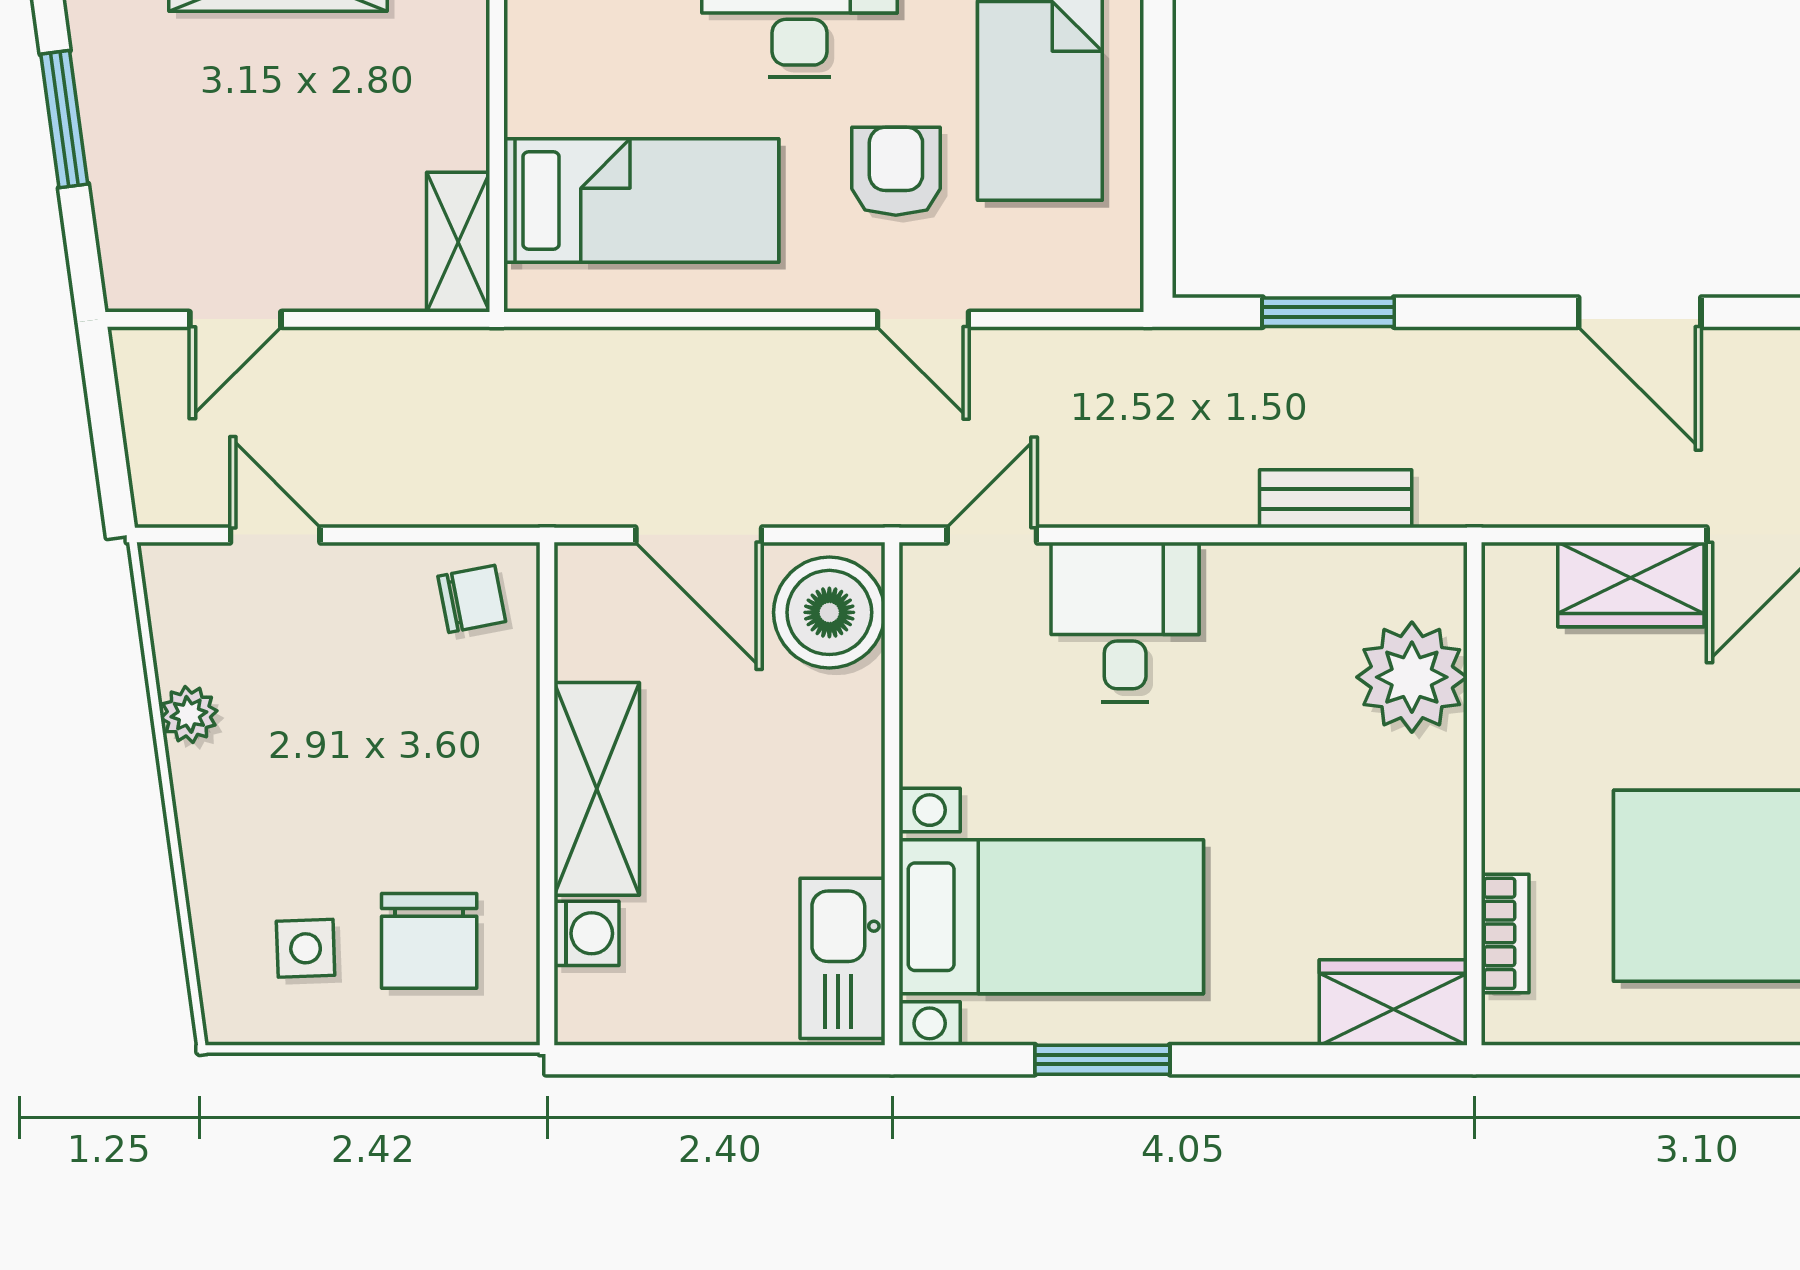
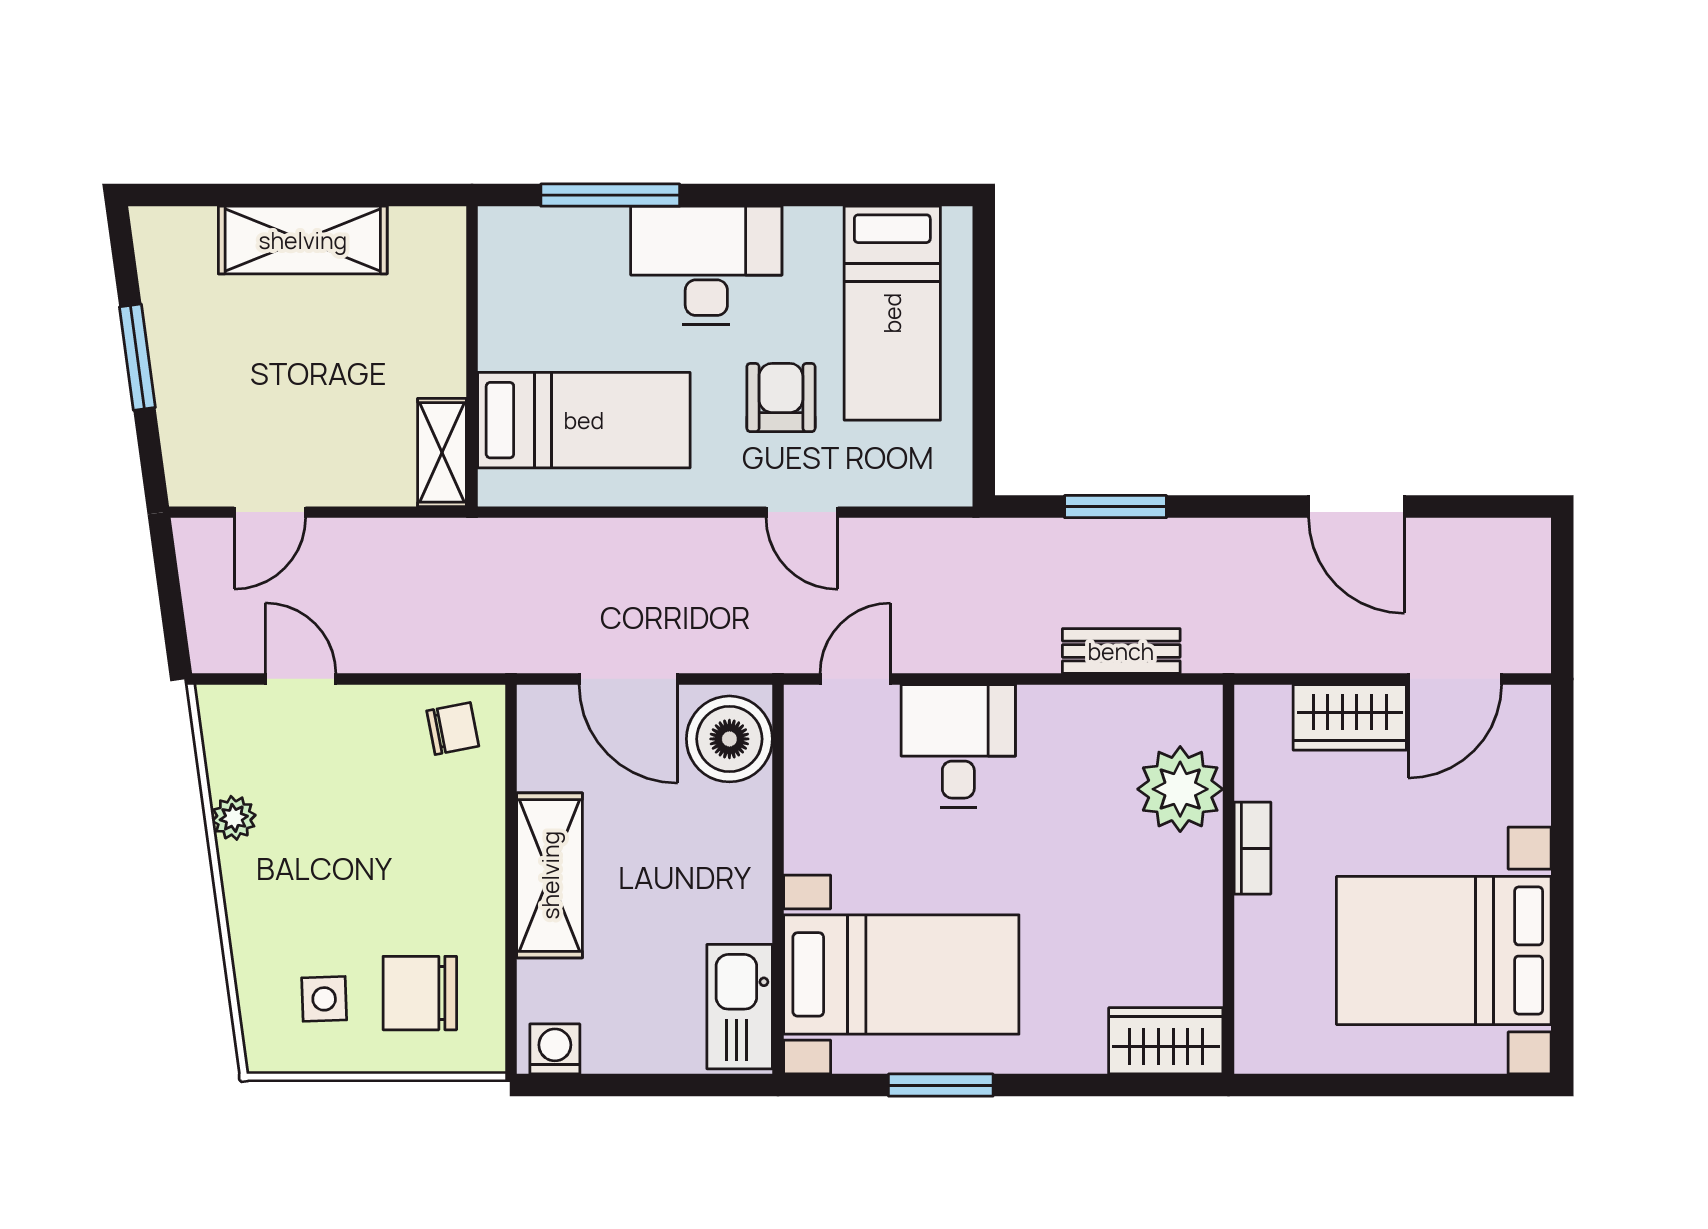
washing machine: (587, 933) -> (555, 1049), moved, turned -90
bookcase: (1505, 933) -> (1252, 848), moved
chair: (429, 941) -> (420, 993), turned 90

